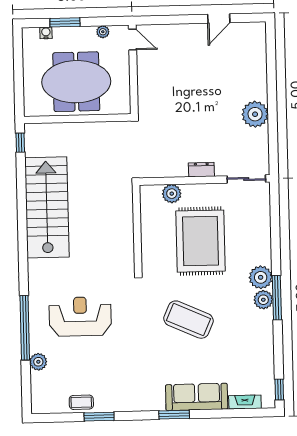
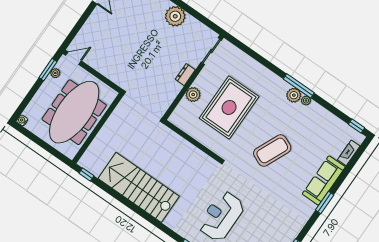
window: (65, 22) -> (48, 70), moved
water cooler: (46, 33) -> (22, 120), moved
meeting table: (76, 82) -> (74, 112), width x1.36
plant: (172, 194) -> (193, 95), moved
rug: (201, 241) -> (229, 107), turned 90
plant: (261, 277) -> (306, 101), moved, width x0.53, depth x0.53

